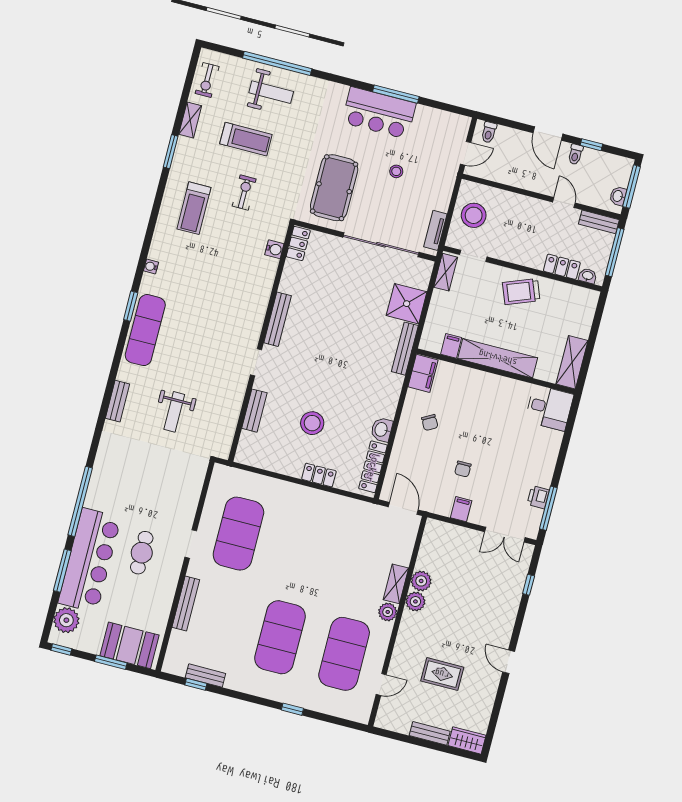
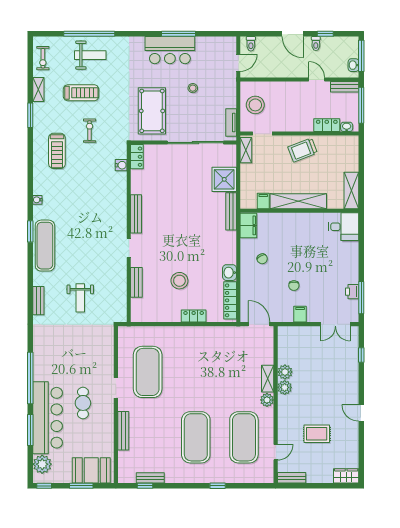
bench: (430, 733) -> (292, 478), moved

